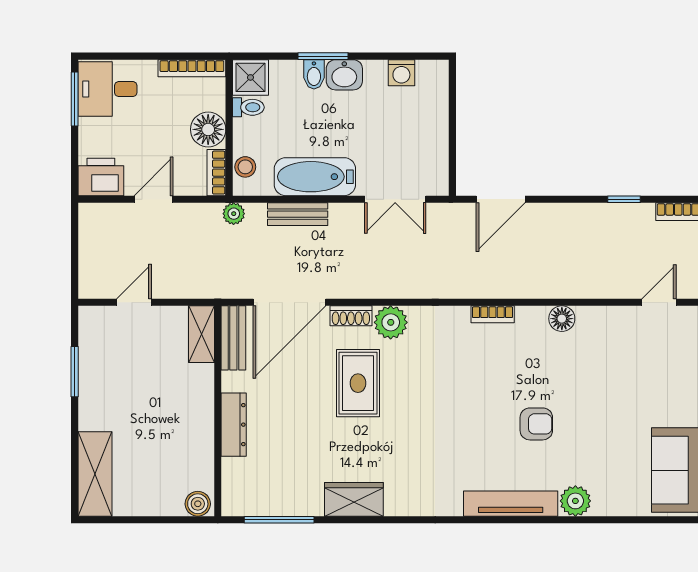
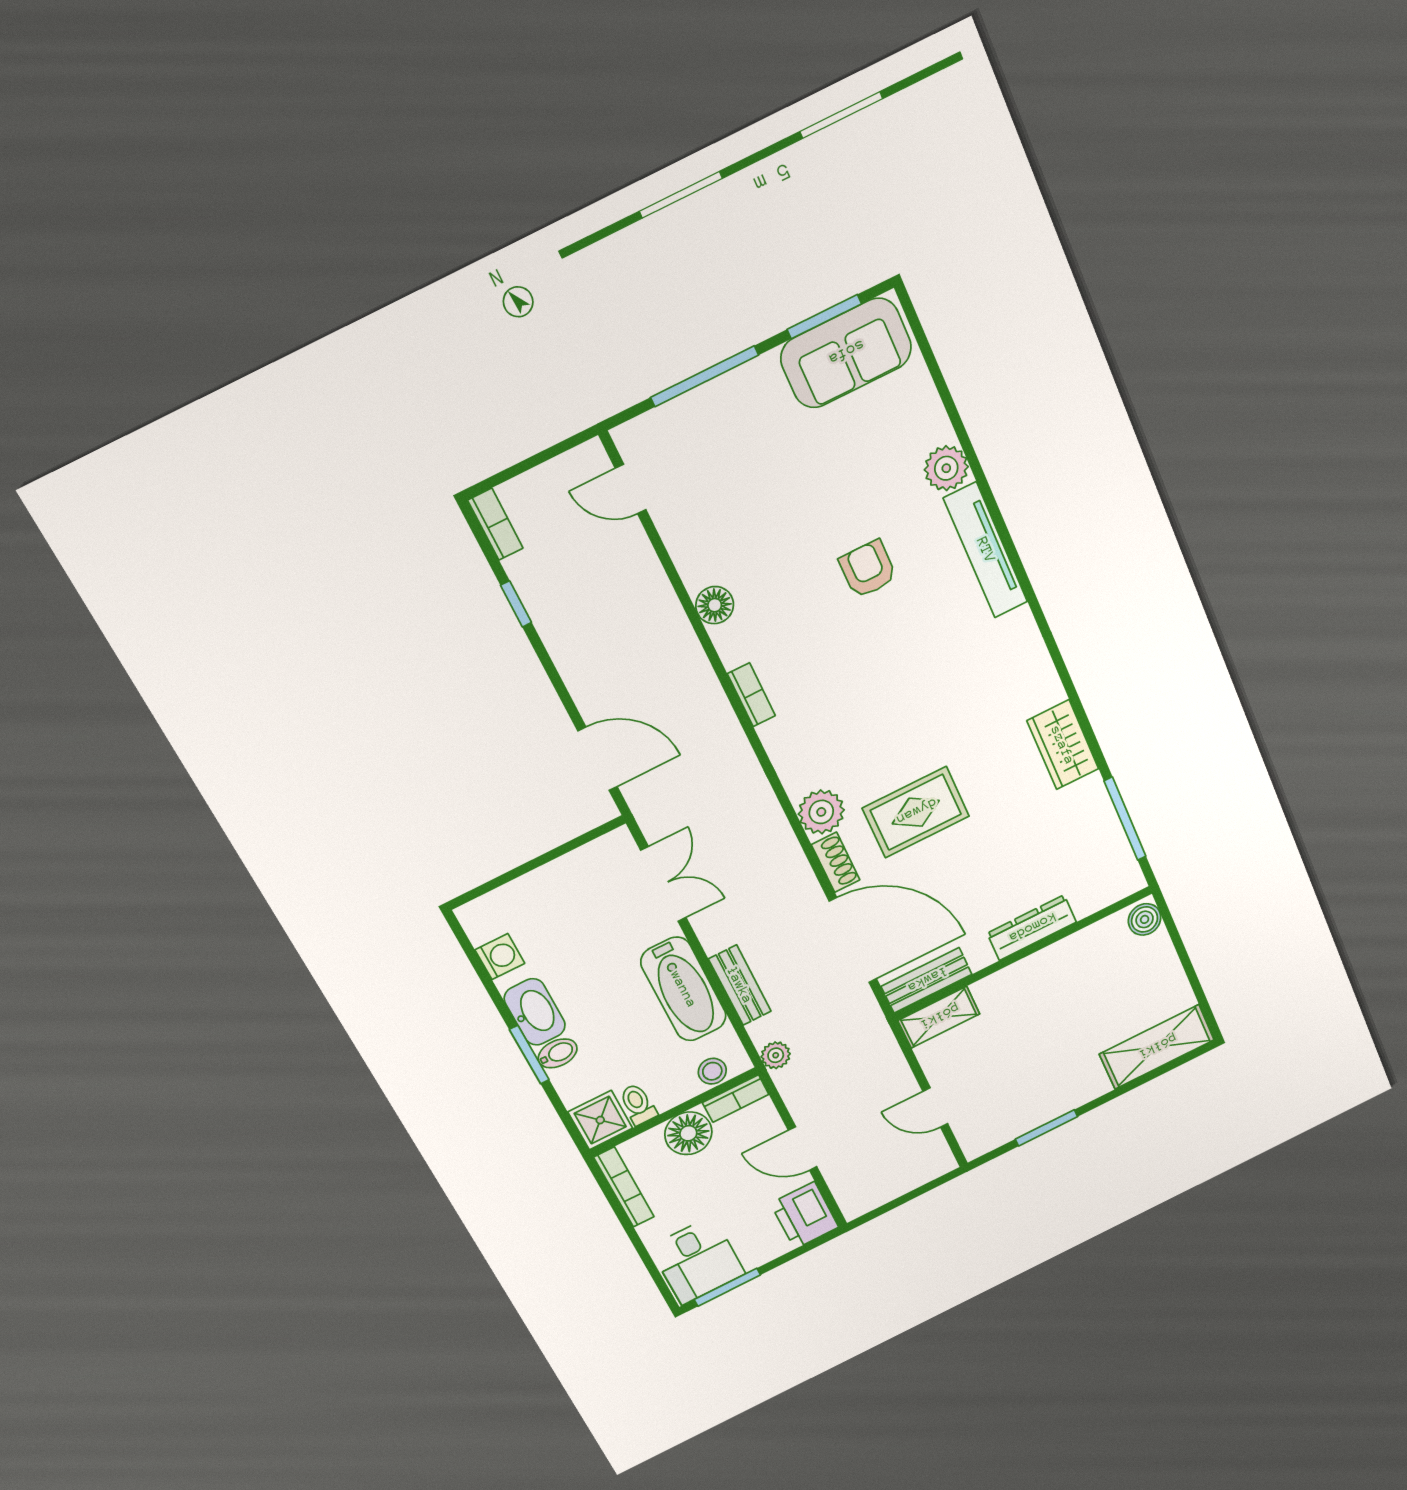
washbasin: (344, 75) -> (535, 1012), width x1.38

